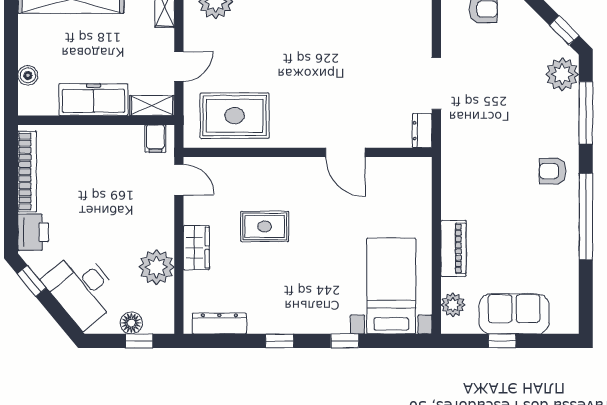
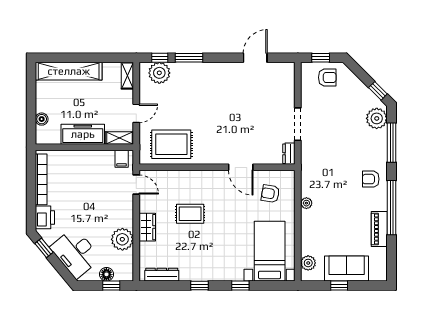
armchair: (392, 194) -> (270, 194), added
plant: (450, 209) -> (306, 203), added
piano: (454, 248) -> (379, 229), moved, turned 180

